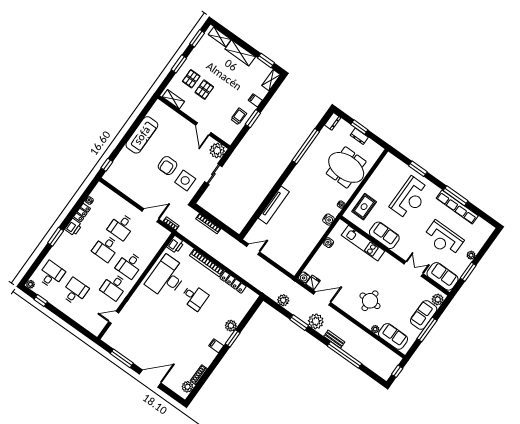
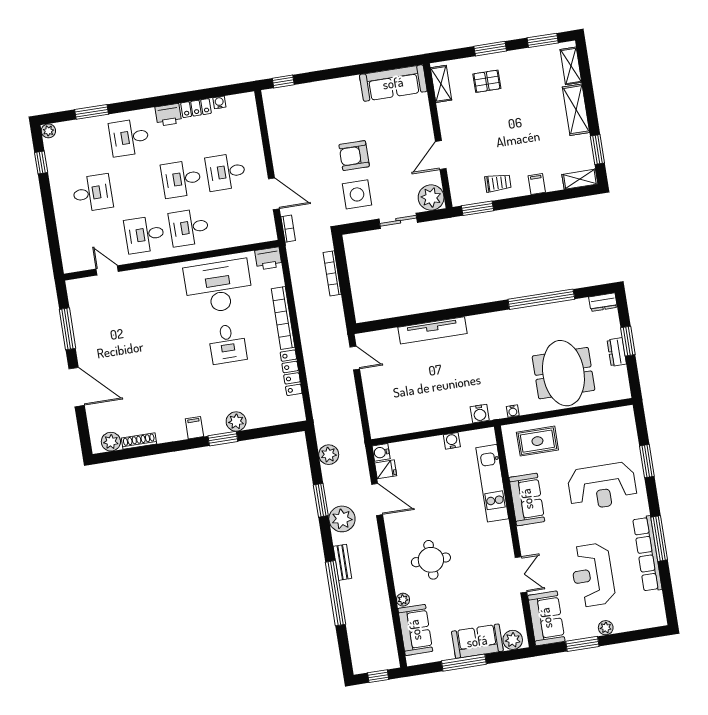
pallet: (204, 90) -> (489, 110), removed
window: (253, 119) -> (478, 208), moved
sofa: (142, 135) -> (393, 83), moved
window: (56, 237) -> (92, 112), moved
desk: (51, 275) -> (129, 137), moved, turned 180

